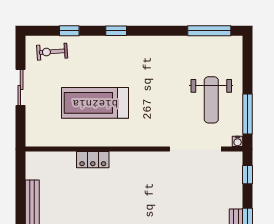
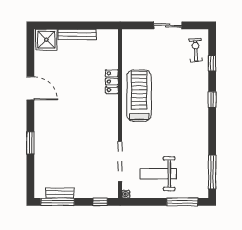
treadmill: (95, 103) -> (139, 96), moved
window: (248, 114) -> (182, 202), moved

